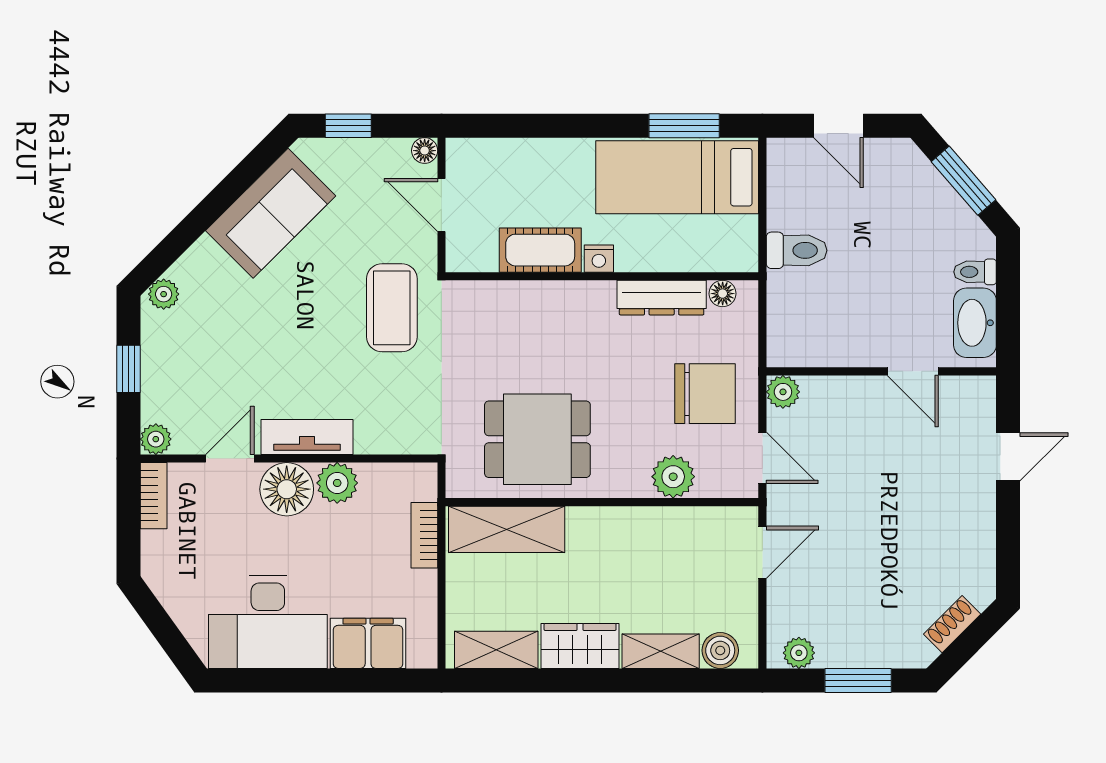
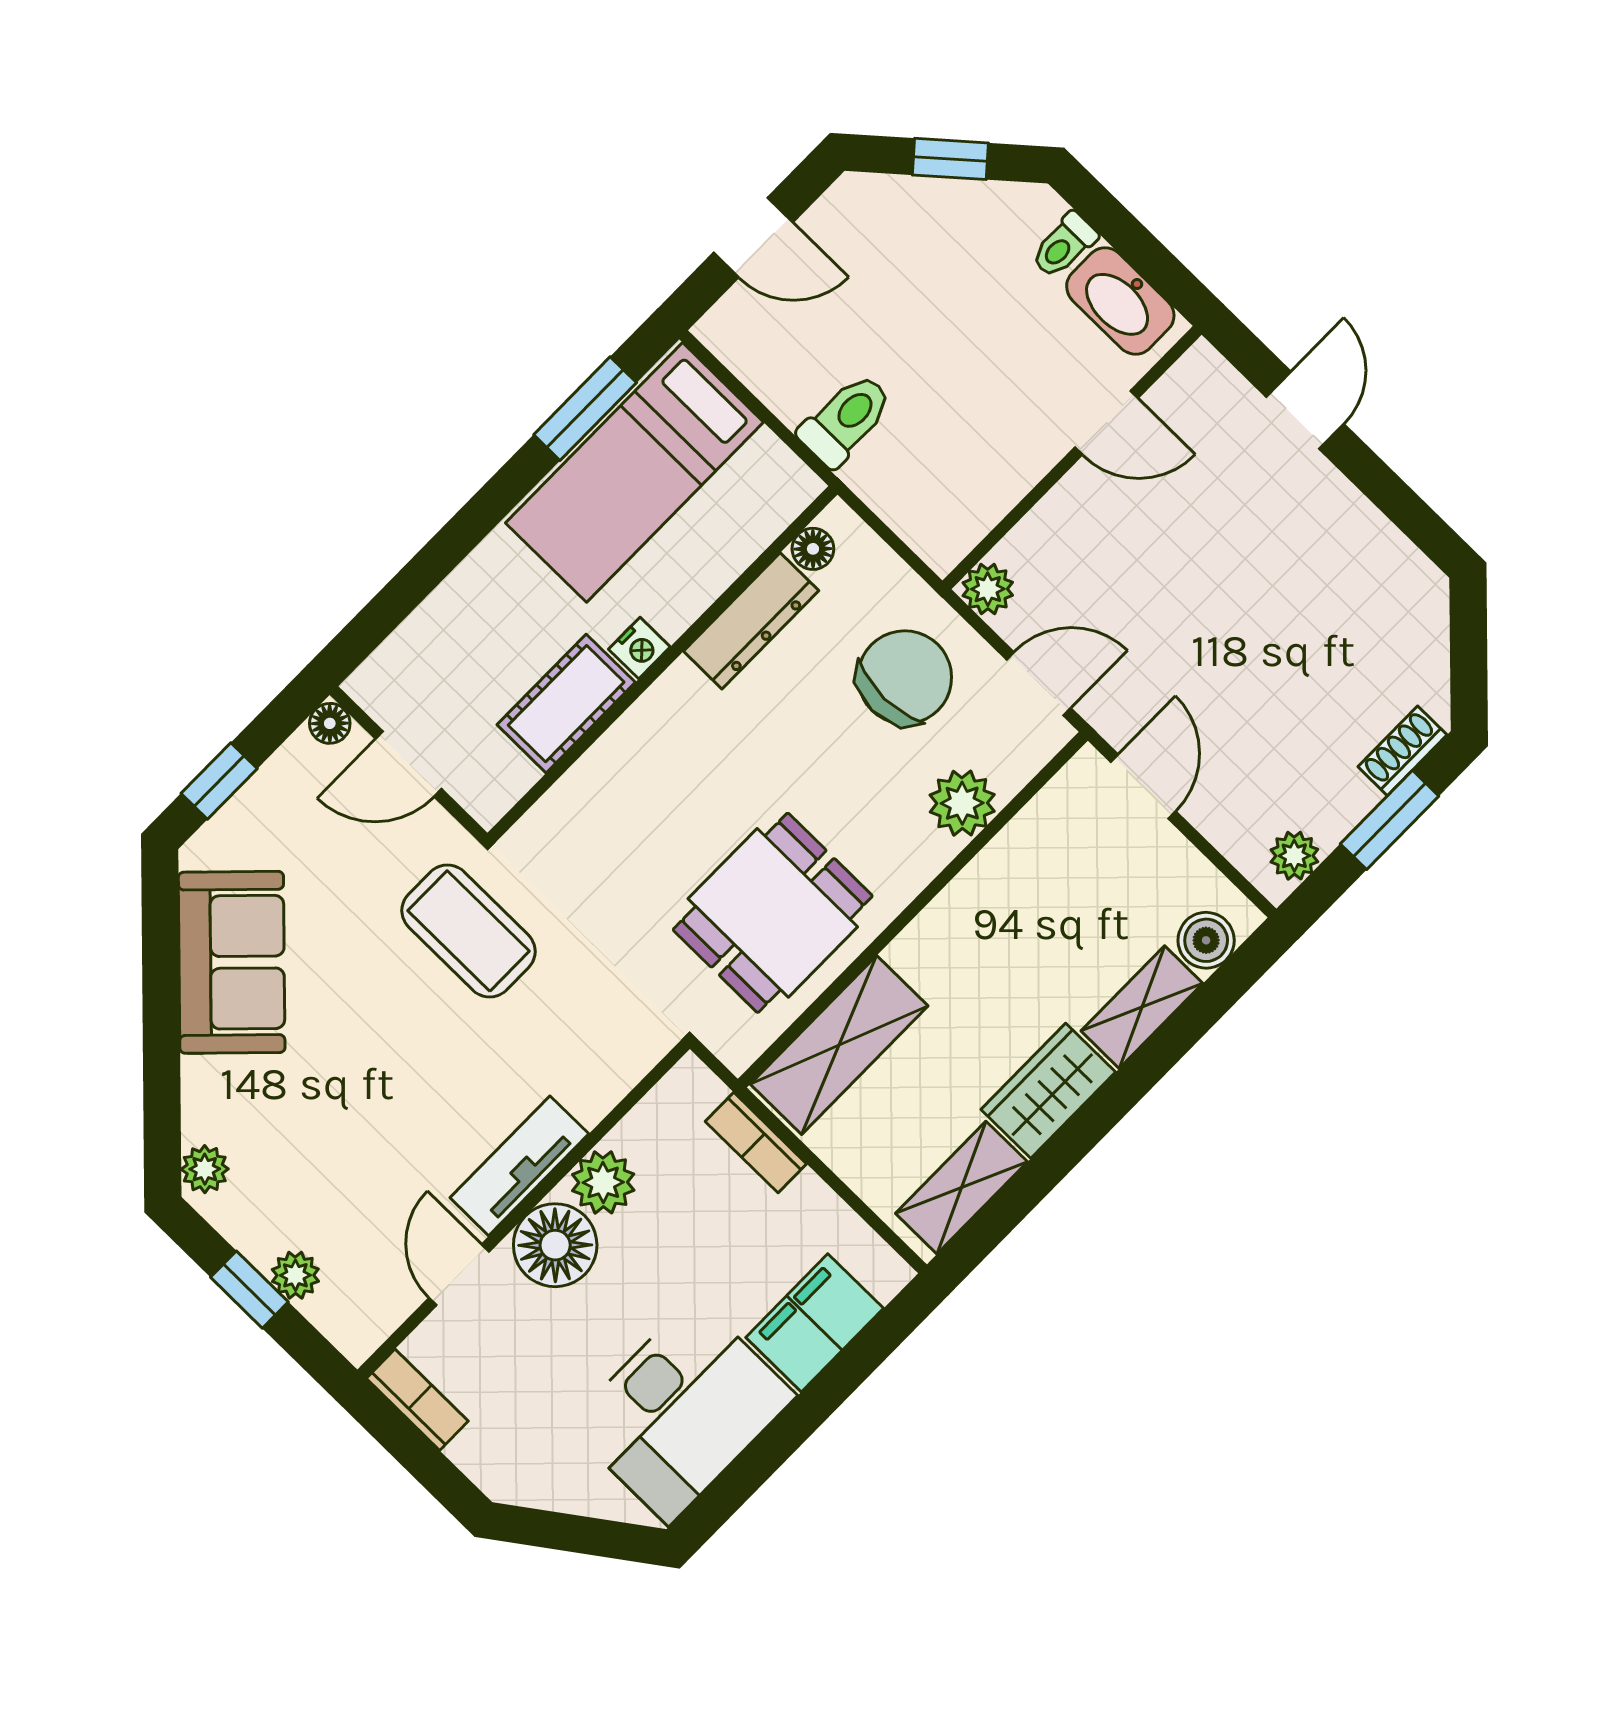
window: (963, 181) -> (950, 159), width x0.67
plant: (156, 439) -> (295, 1275), moved
shoe rack: (952, 624) -> (1402, 751), moved, turned 45

